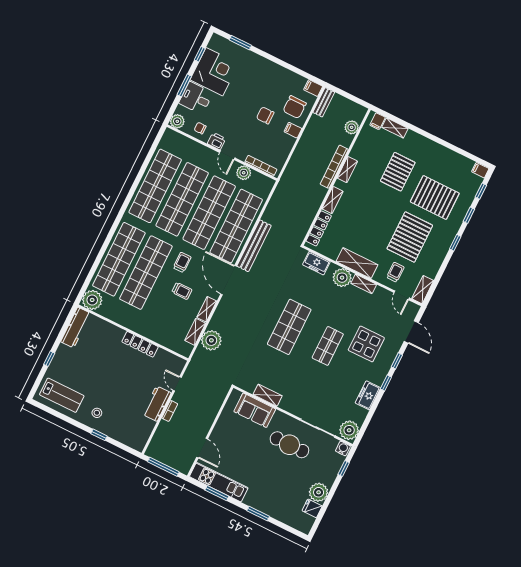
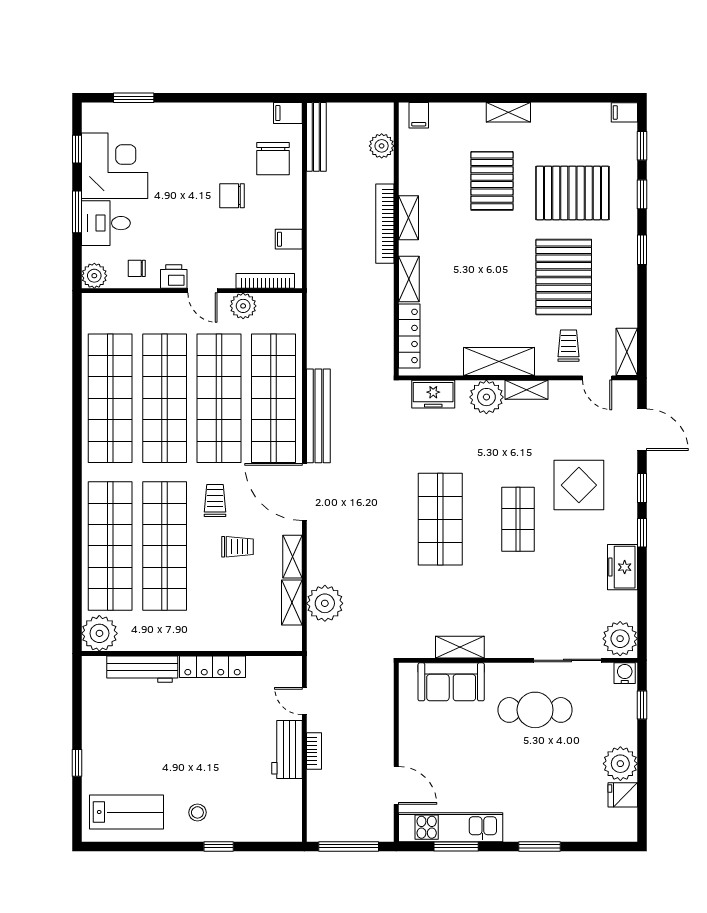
bench: (324, 102) -> (316, 137), width x1.36
shelving: (395, 128) -> (508, 112), moved
filing cabinet: (293, 130) -> (289, 239), moved
workbench: (76, 328) -> (142, 669), moved, turned 90

